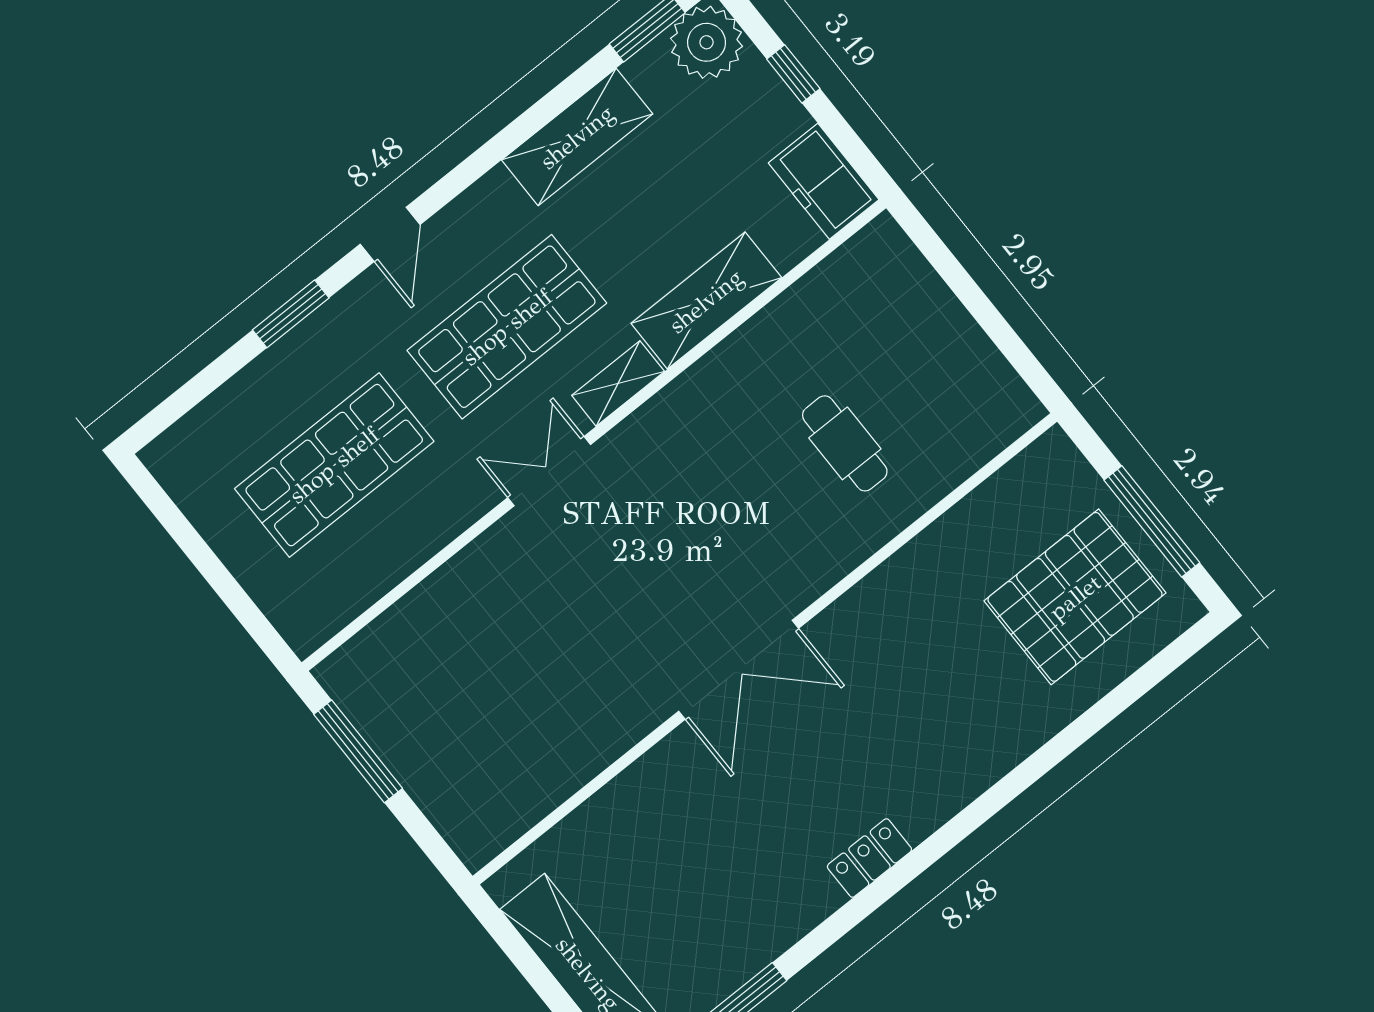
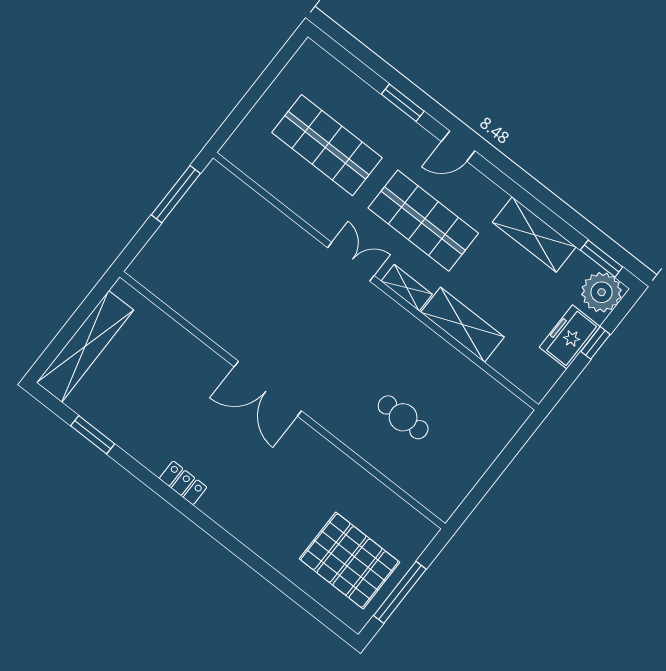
freezer: (824, 181) -> (570, 337), moved
cafe table: (845, 443) -> (403, 417), turned 90

